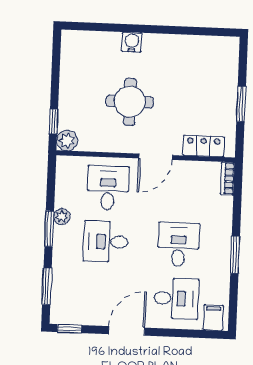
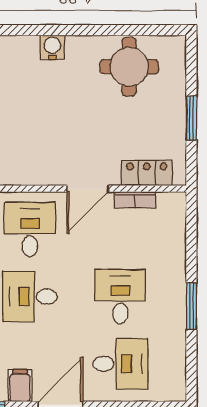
round table: (130, 102) -> (129, 67), moved
bookcase: (228, 179) -> (135, 200), moved, turned -90
filing cabinet: (213, 318) -> (20, 386), moved

